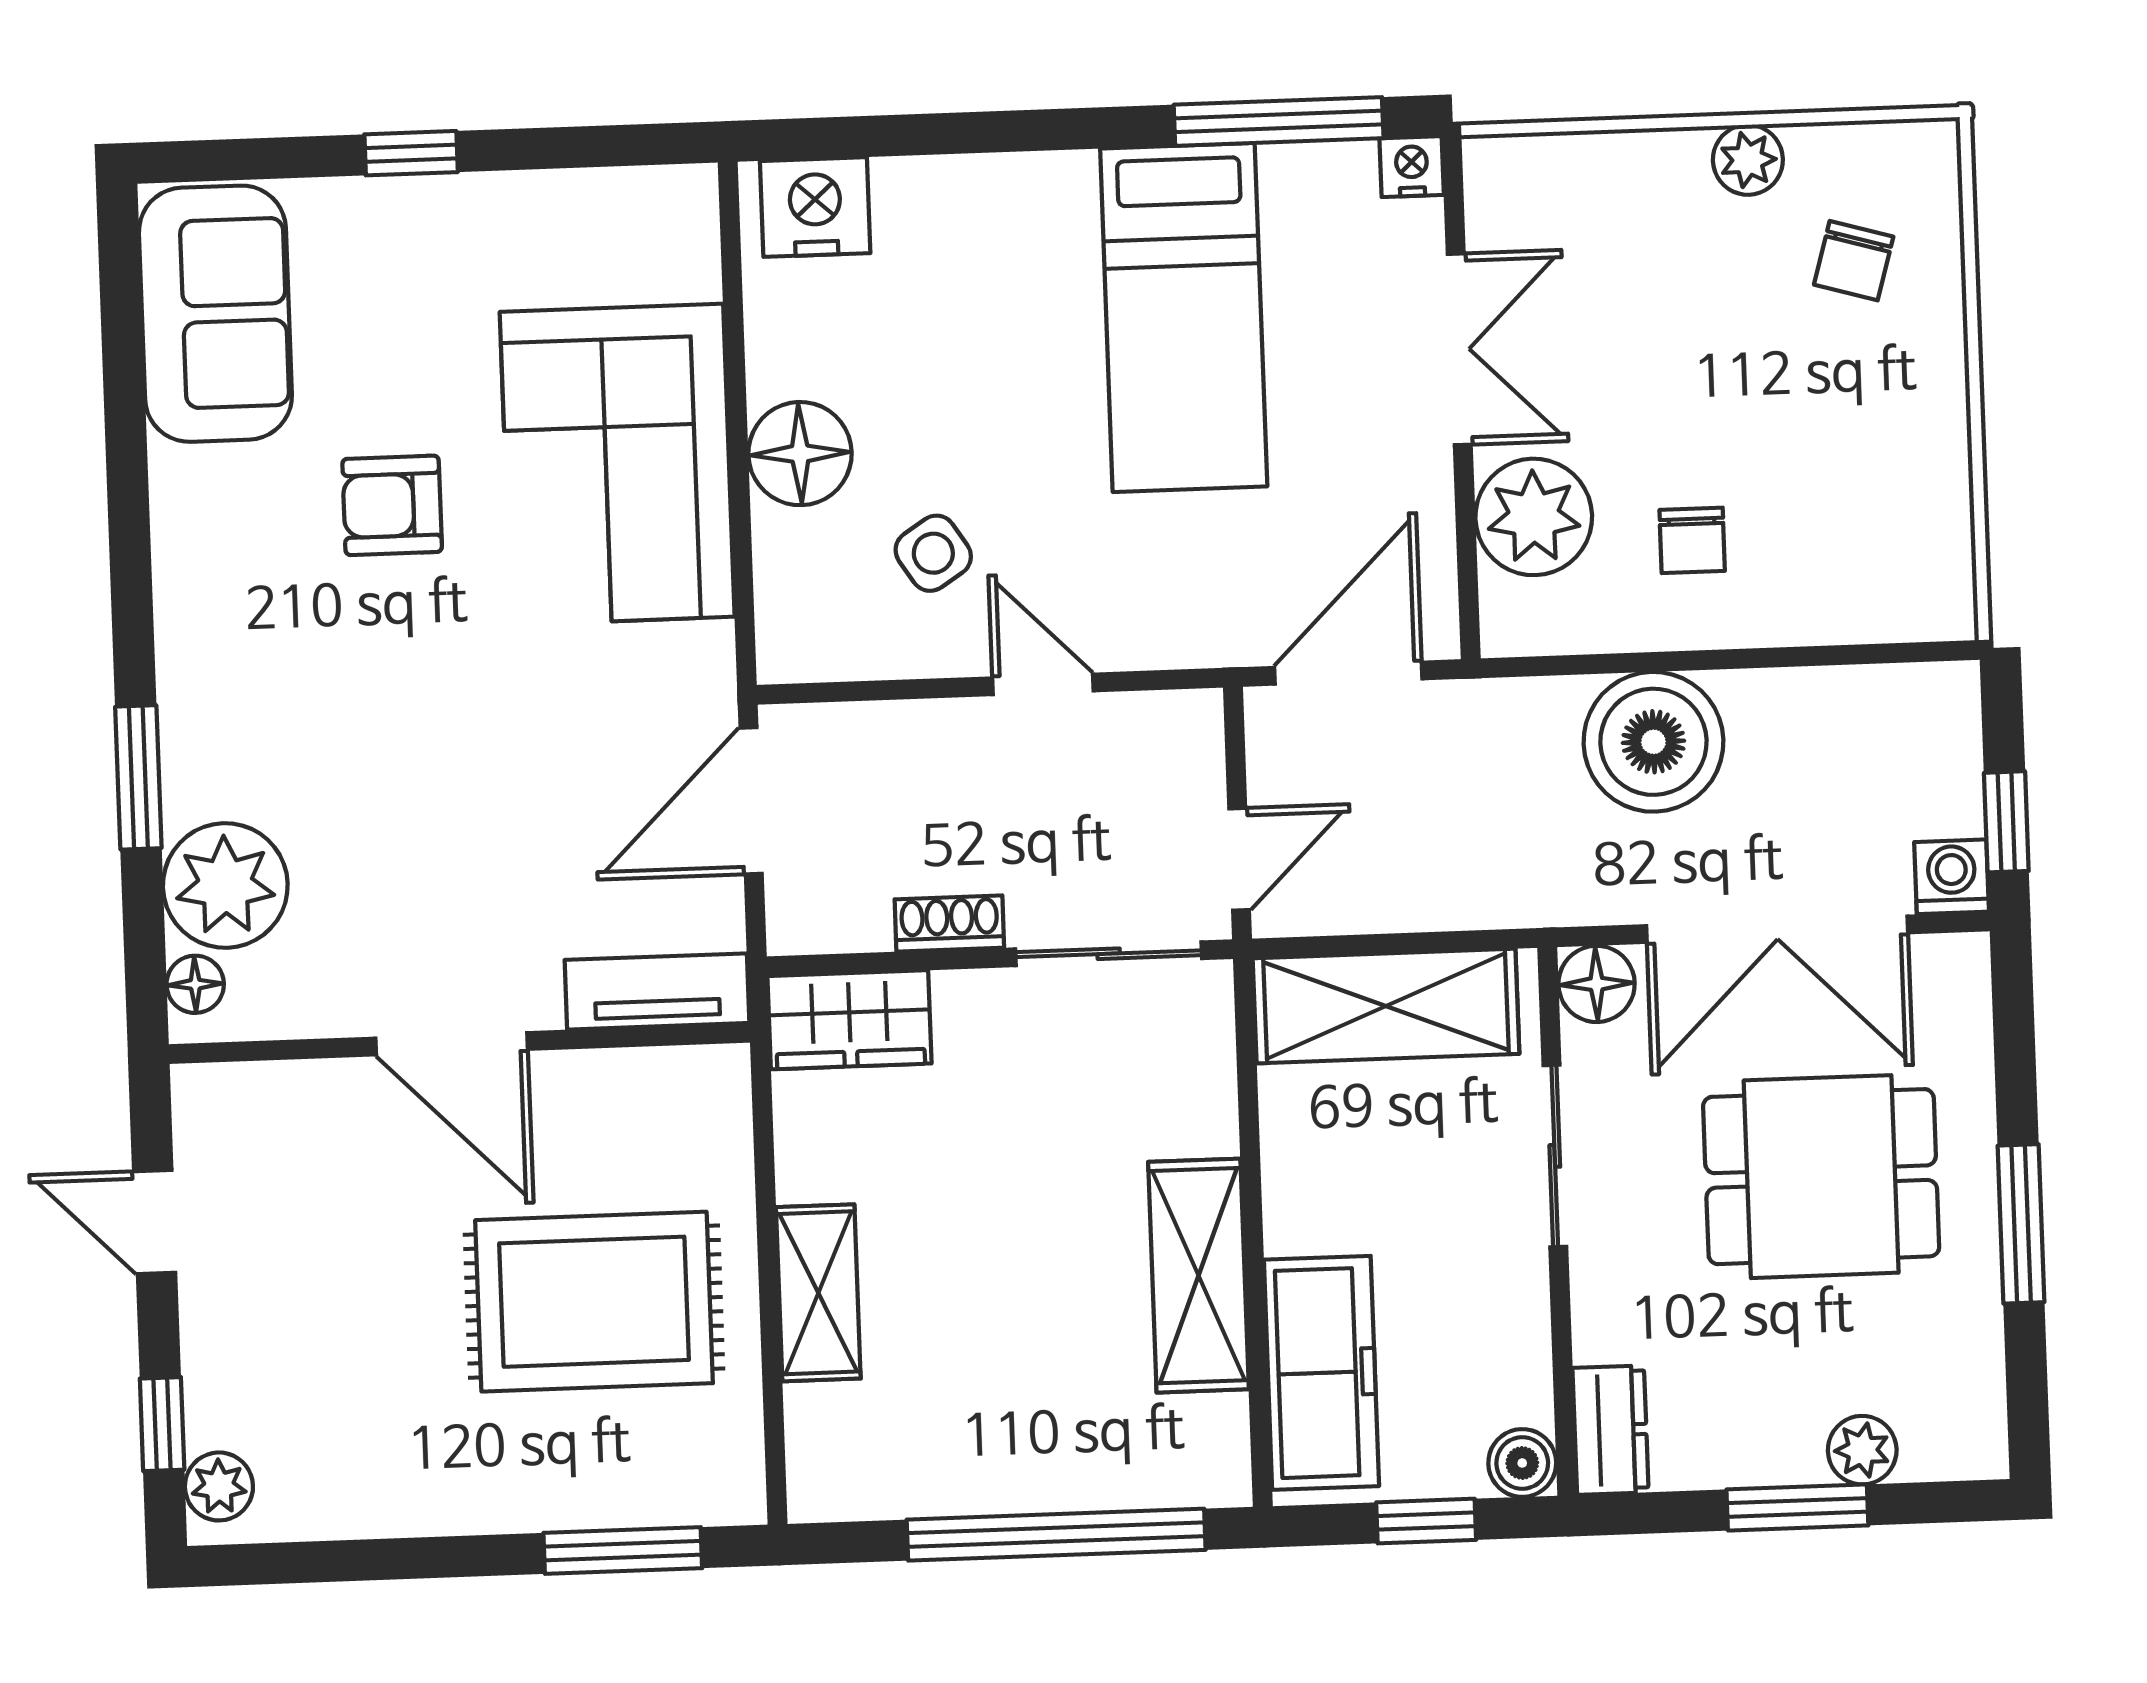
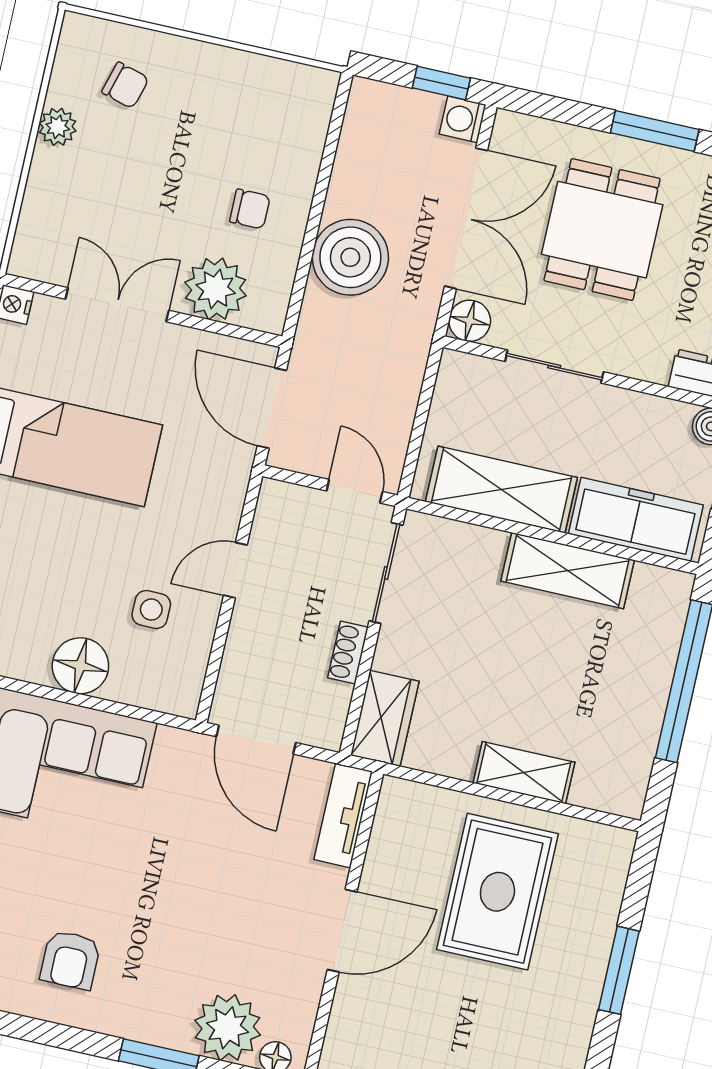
armchair: (392, 505) -> (70, 960), moved
side table: (933, 553) -> (151, 610), turned 33
shelving: (1386, 1006) -> (501, 490), moved, turned 90
window: (623, 1551) -> (619, 970), moved

